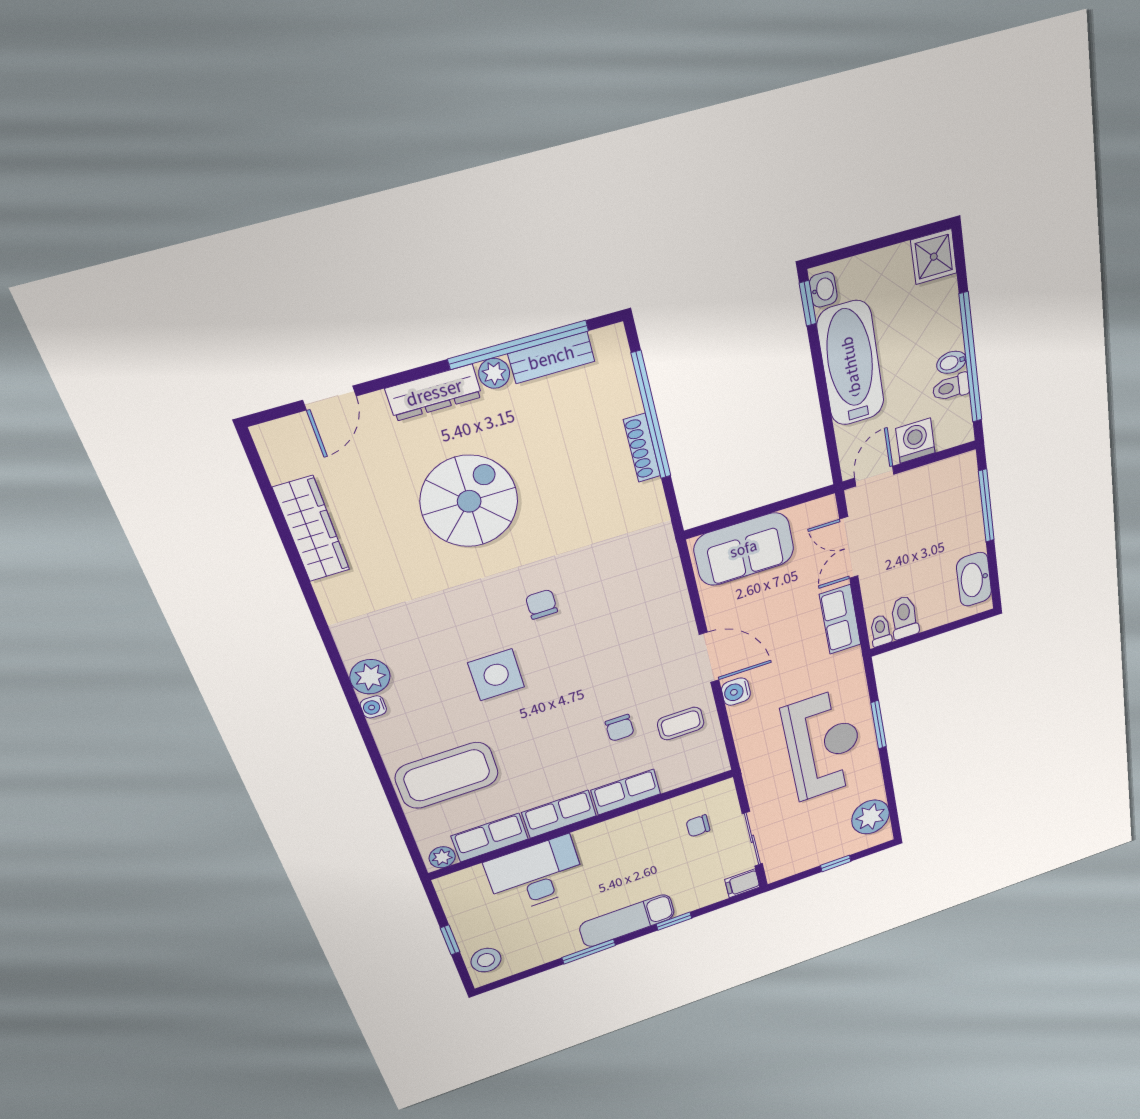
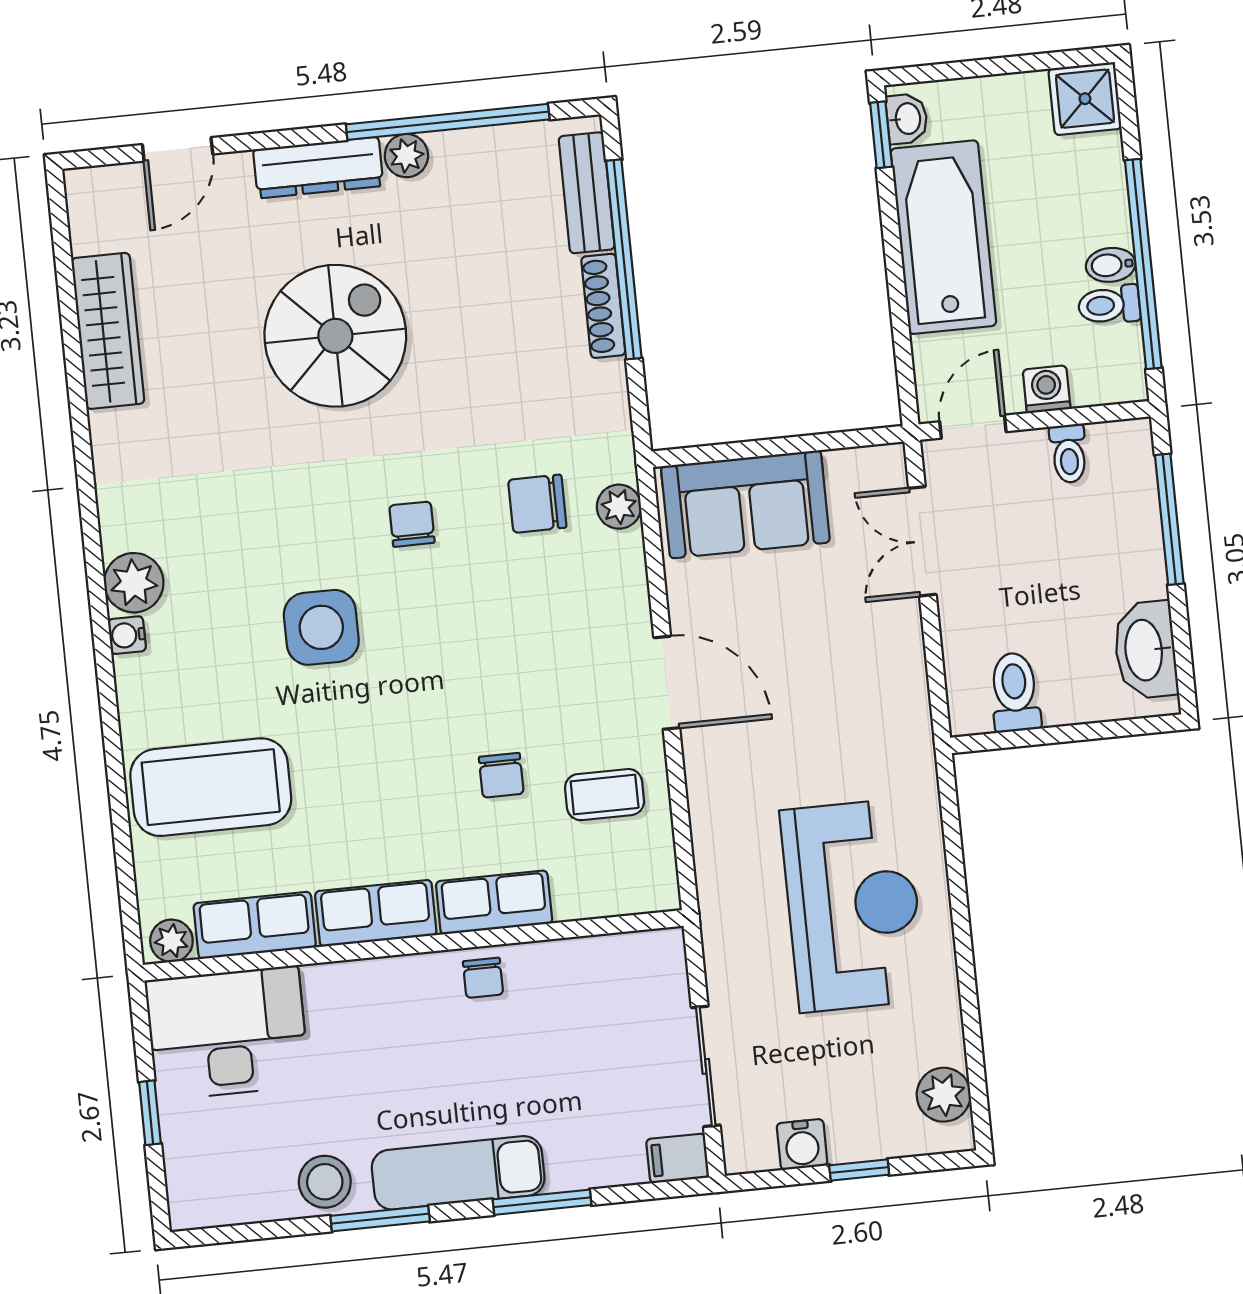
bench: (551, 358) -> (587, 193), moved, turned 90
washing machine: (915, 441) -> (1047, 389), width x0.73, depth x0.73
plant: (668, 567) -> (619, 507), added
chair: (618, 576) -> (537, 504), added
row of seats: (840, 619) -> (899, 668), removed
toilet: (881, 631) -> (1069, 454), moved, turned 180
water cooler: (736, 692) -> (802, 1144), moved, turned -90
window: (879, 725) -> (958, 893), removed
plant: (870, 817) -> (944, 1095), width x0.73, depth x0.73
chair: (698, 826) -> (483, 978), moved, turned -90
desk: (536, 875) -> (227, 1033), moved
window: (674, 921) -> (542, 1202), width x1.50
stool: (486, 960) -> (325, 1182), moved

